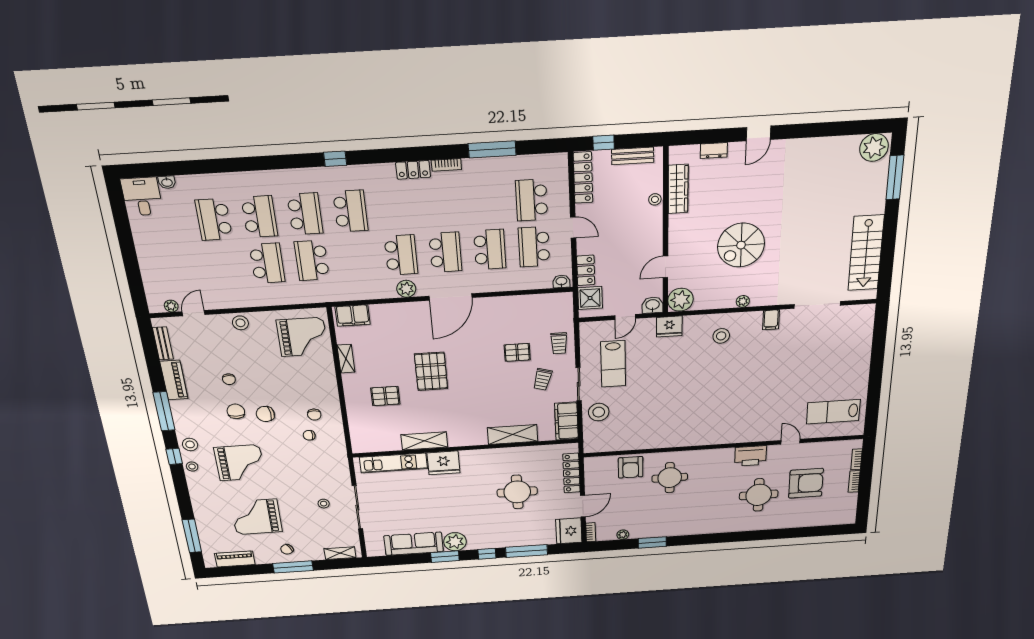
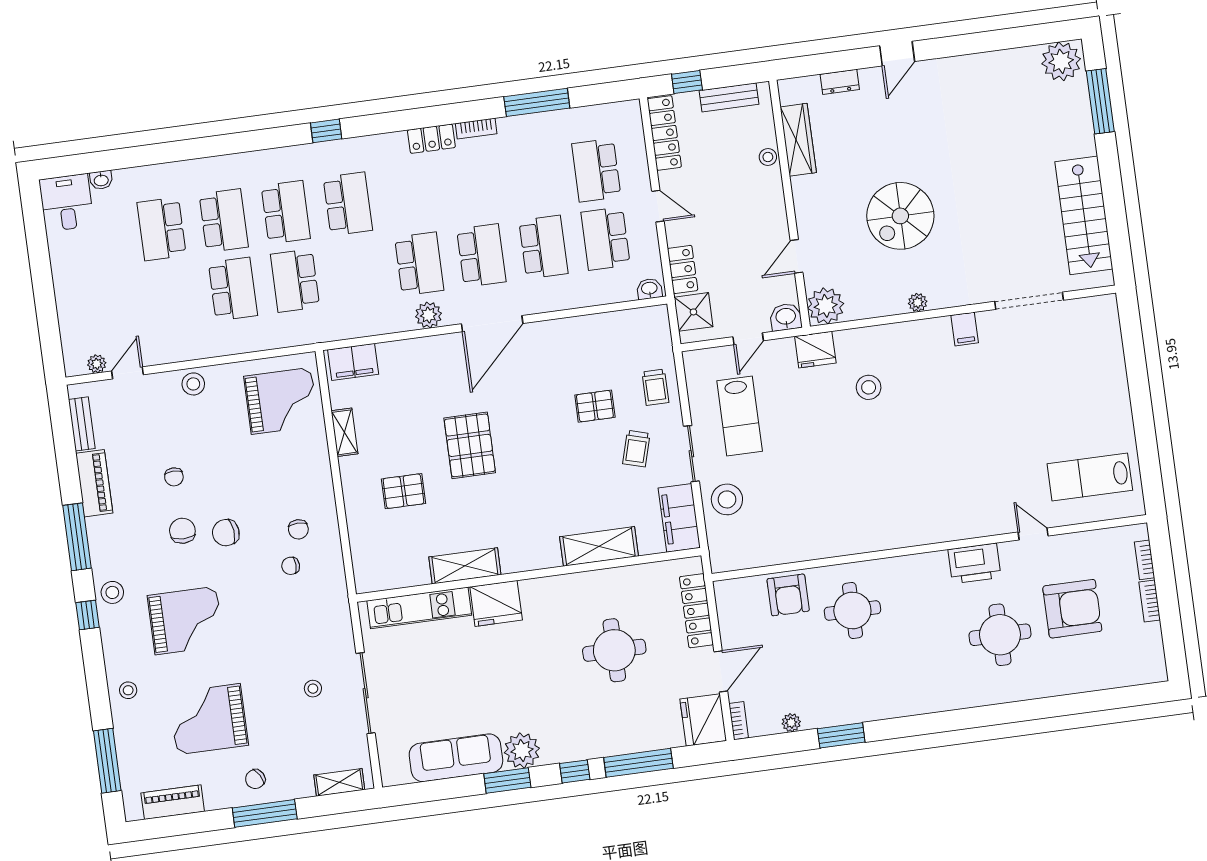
stool: (721, 336) -> (869, 387), moved
stool: (192, 467) -> (128, 690), moved

